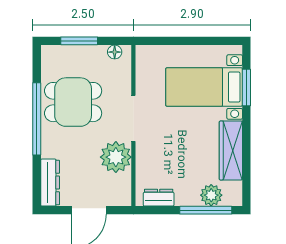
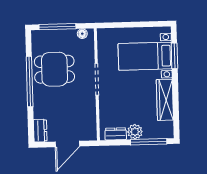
window: (79, 41) -> (57, 27), width x1.44
plant: (116, 157) -> (85, 107), removed
dresser: (50, 183) -> (40, 131), width x0.70
plant: (211, 195) -> (135, 132), moved

